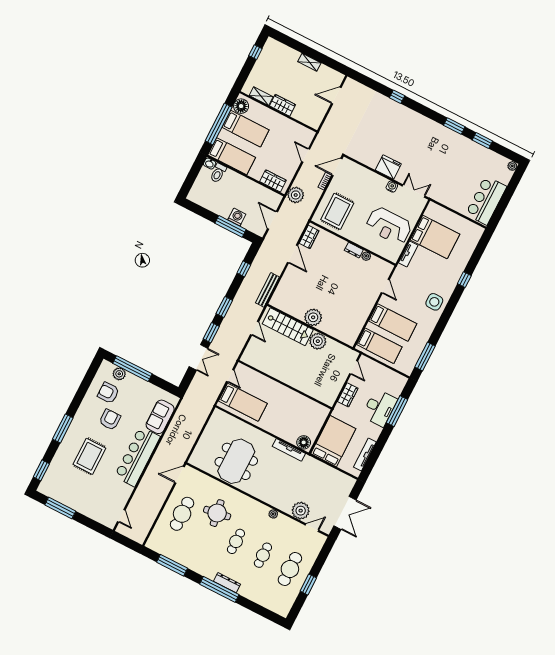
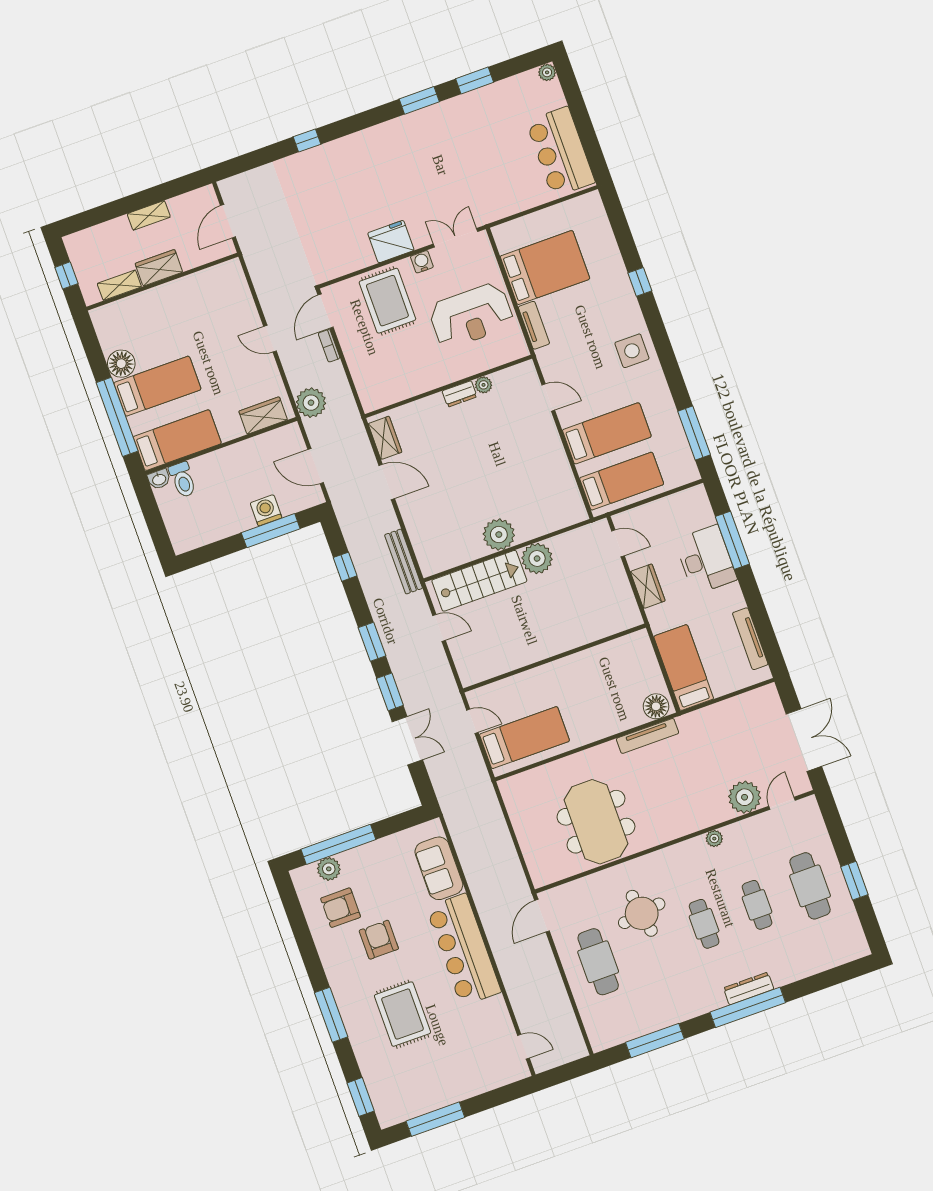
shelving: (261, 96) -> (119, 285), moved
wardrobe: (282, 105) -> (159, 268), moved
wall: (278, 112) -> (162, 282), moved
rug: (337, 211) -> (387, 301), moved
bed: (333, 441) -> (684, 668), width x0.67

